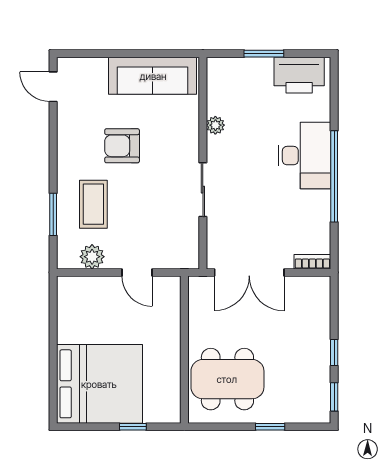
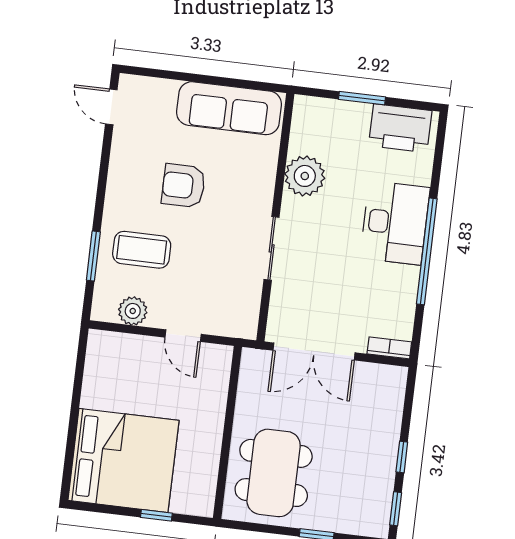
plant: (215, 125) -> (305, 176), width x1.88, depth x1.88
coffee table: (93, 204) -> (142, 250), turned 90
dining table: (227, 379) -> (274, 473), turned 90

